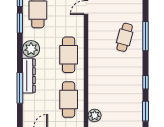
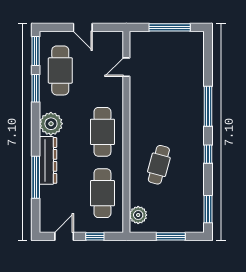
cafe table: (125, 37) -> (159, 165), moved
window: (146, 82) -> (208, 154), moved

